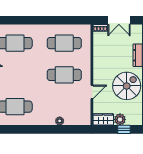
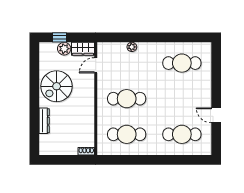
double door: (119, 20) -> (65, 160), removed
door: (92, 92) -> (96, 65), moved

